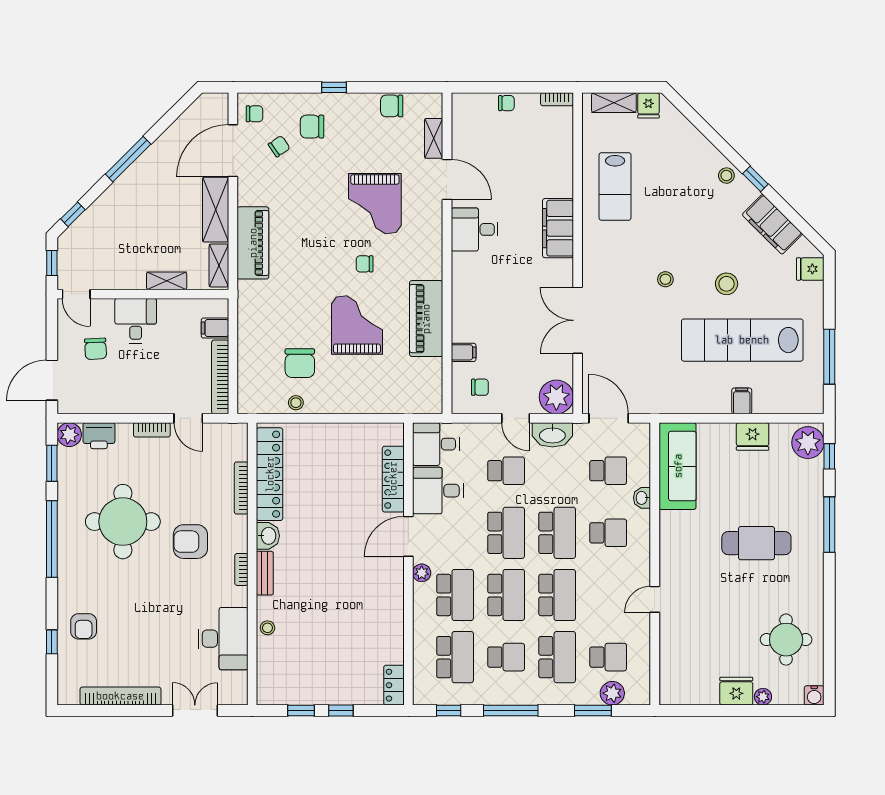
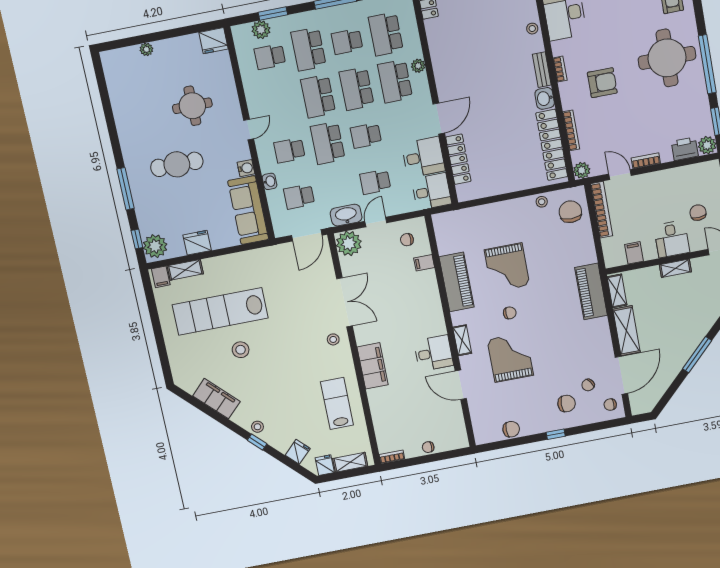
shelving: (434, 138) -> (462, 340), moved
window: (755, 179) -> (257, 442), moved
piano: (253, 243) -> (591, 291), moved
fridge: (810, 269) -> (298, 452), moved, turned -45
stool: (665, 279) -> (333, 339), moved
shelving: (167, 281) -> (675, 268), moved
filing cabinet: (215, 328) -> (634, 253), moved, turned -90
lab bench: (742, 340) -> (220, 311), turned 180
window: (829, 357) -> (153, 312), removed
chair: (300, 363) -> (570, 212), moved
filing cabinet: (742, 401) -> (161, 277), moved
shelving: (776, 404) -> (185, 270), added
door: (516, 418) -> (376, 222), hinge flipped
door: (609, 418) -> (307, 235), hinge flipped
plant: (237, 434) -> (582, 170), added
round table: (123, 522) -> (667, 58), moved
school desk: (506, 533) -> (366, 136), width x0.54
plant: (422, 573) -> (418, 66), moved
door: (655, 599) -> (249, 129), moved
round table: (786, 640) -> (192, 106), moved
fridge: (736, 691) -> (214, 41), moved
water cooler: (814, 695) -> (246, 168), moved, turned 90

